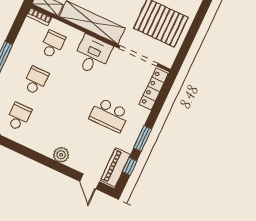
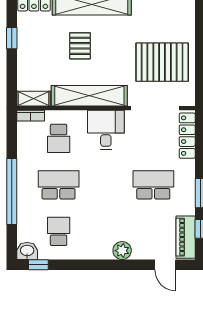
school desk: (53, 44) -> (59, 138), turned 180
school desk: (36, 81) -> (59, 185), width x1.85
school desk: (109, 115) -> (153, 185), turned 180

